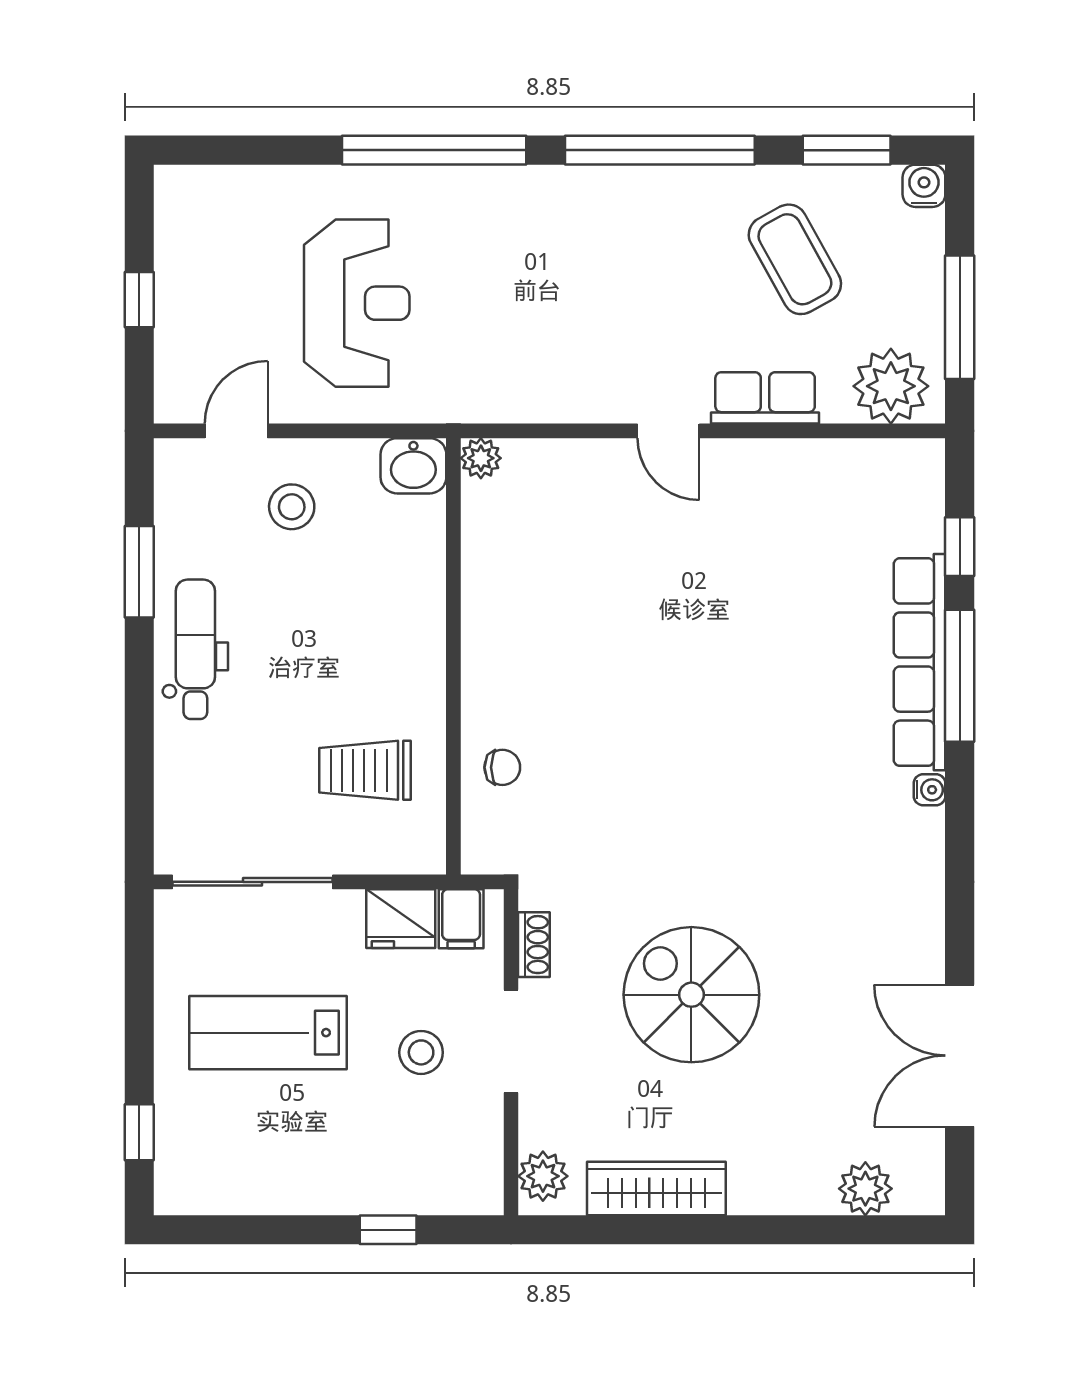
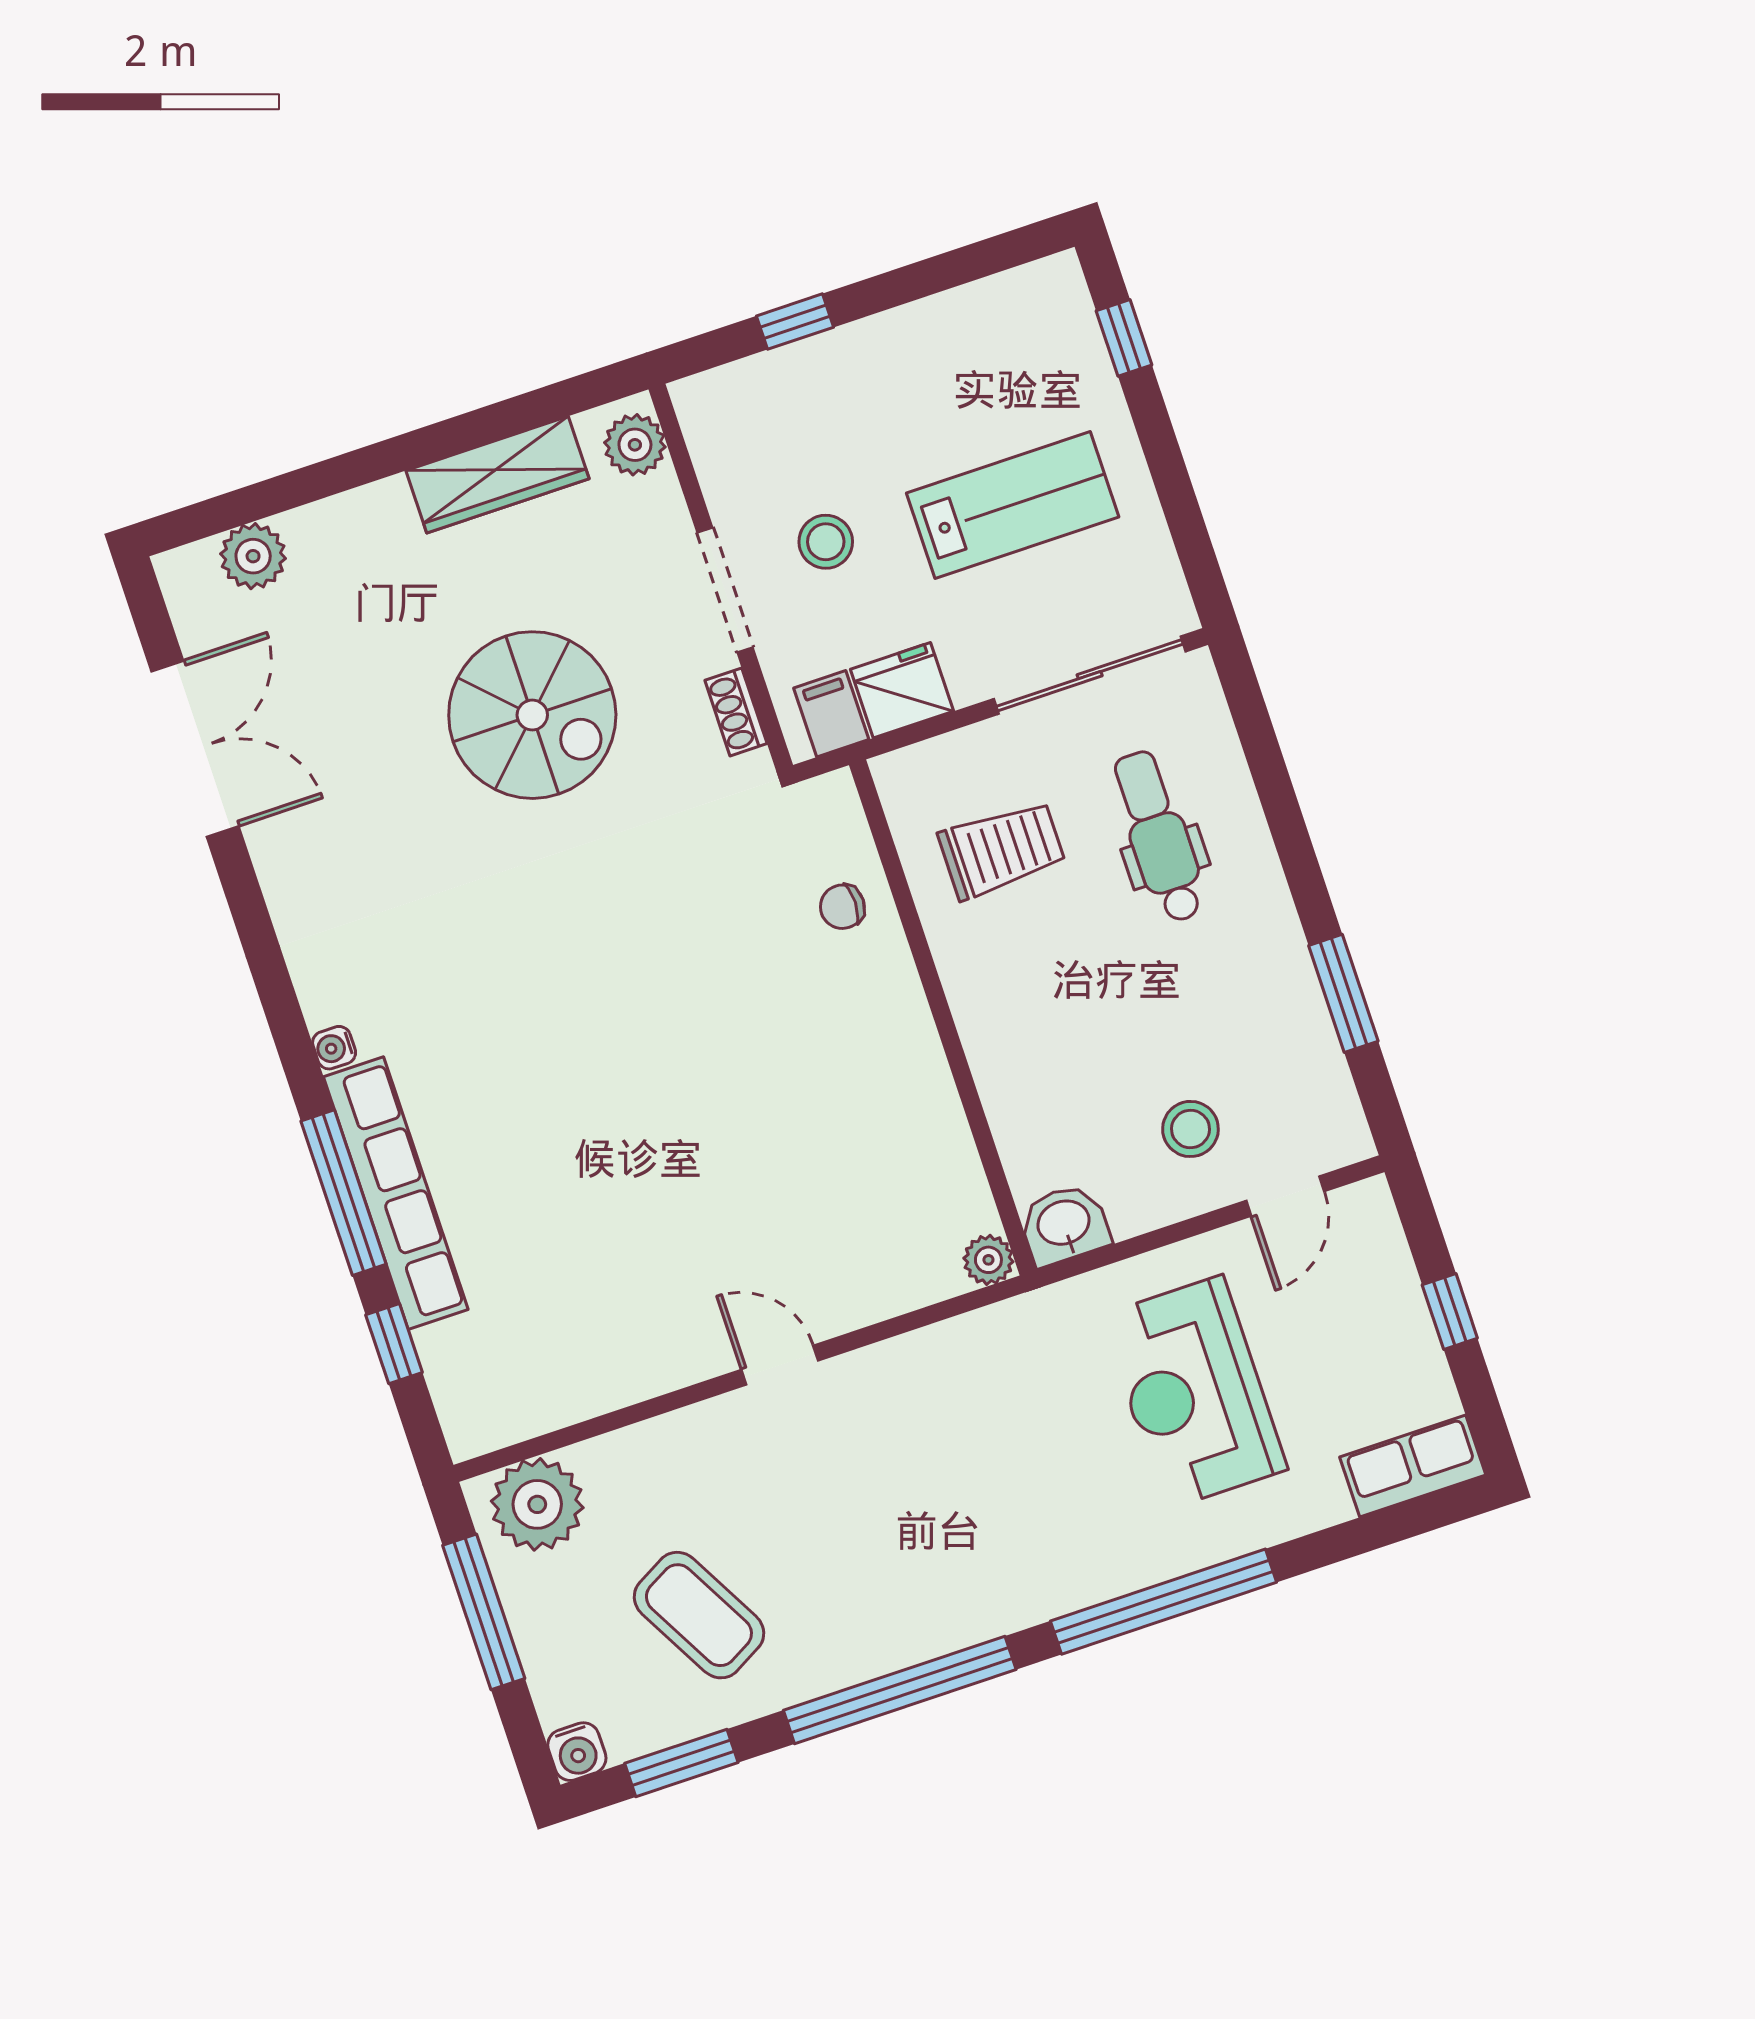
row of seats: (765, 398) -> (1413, 1466), moved, turned 180
dental chair: (195, 649) -> (1159, 837), moved, turned 180

